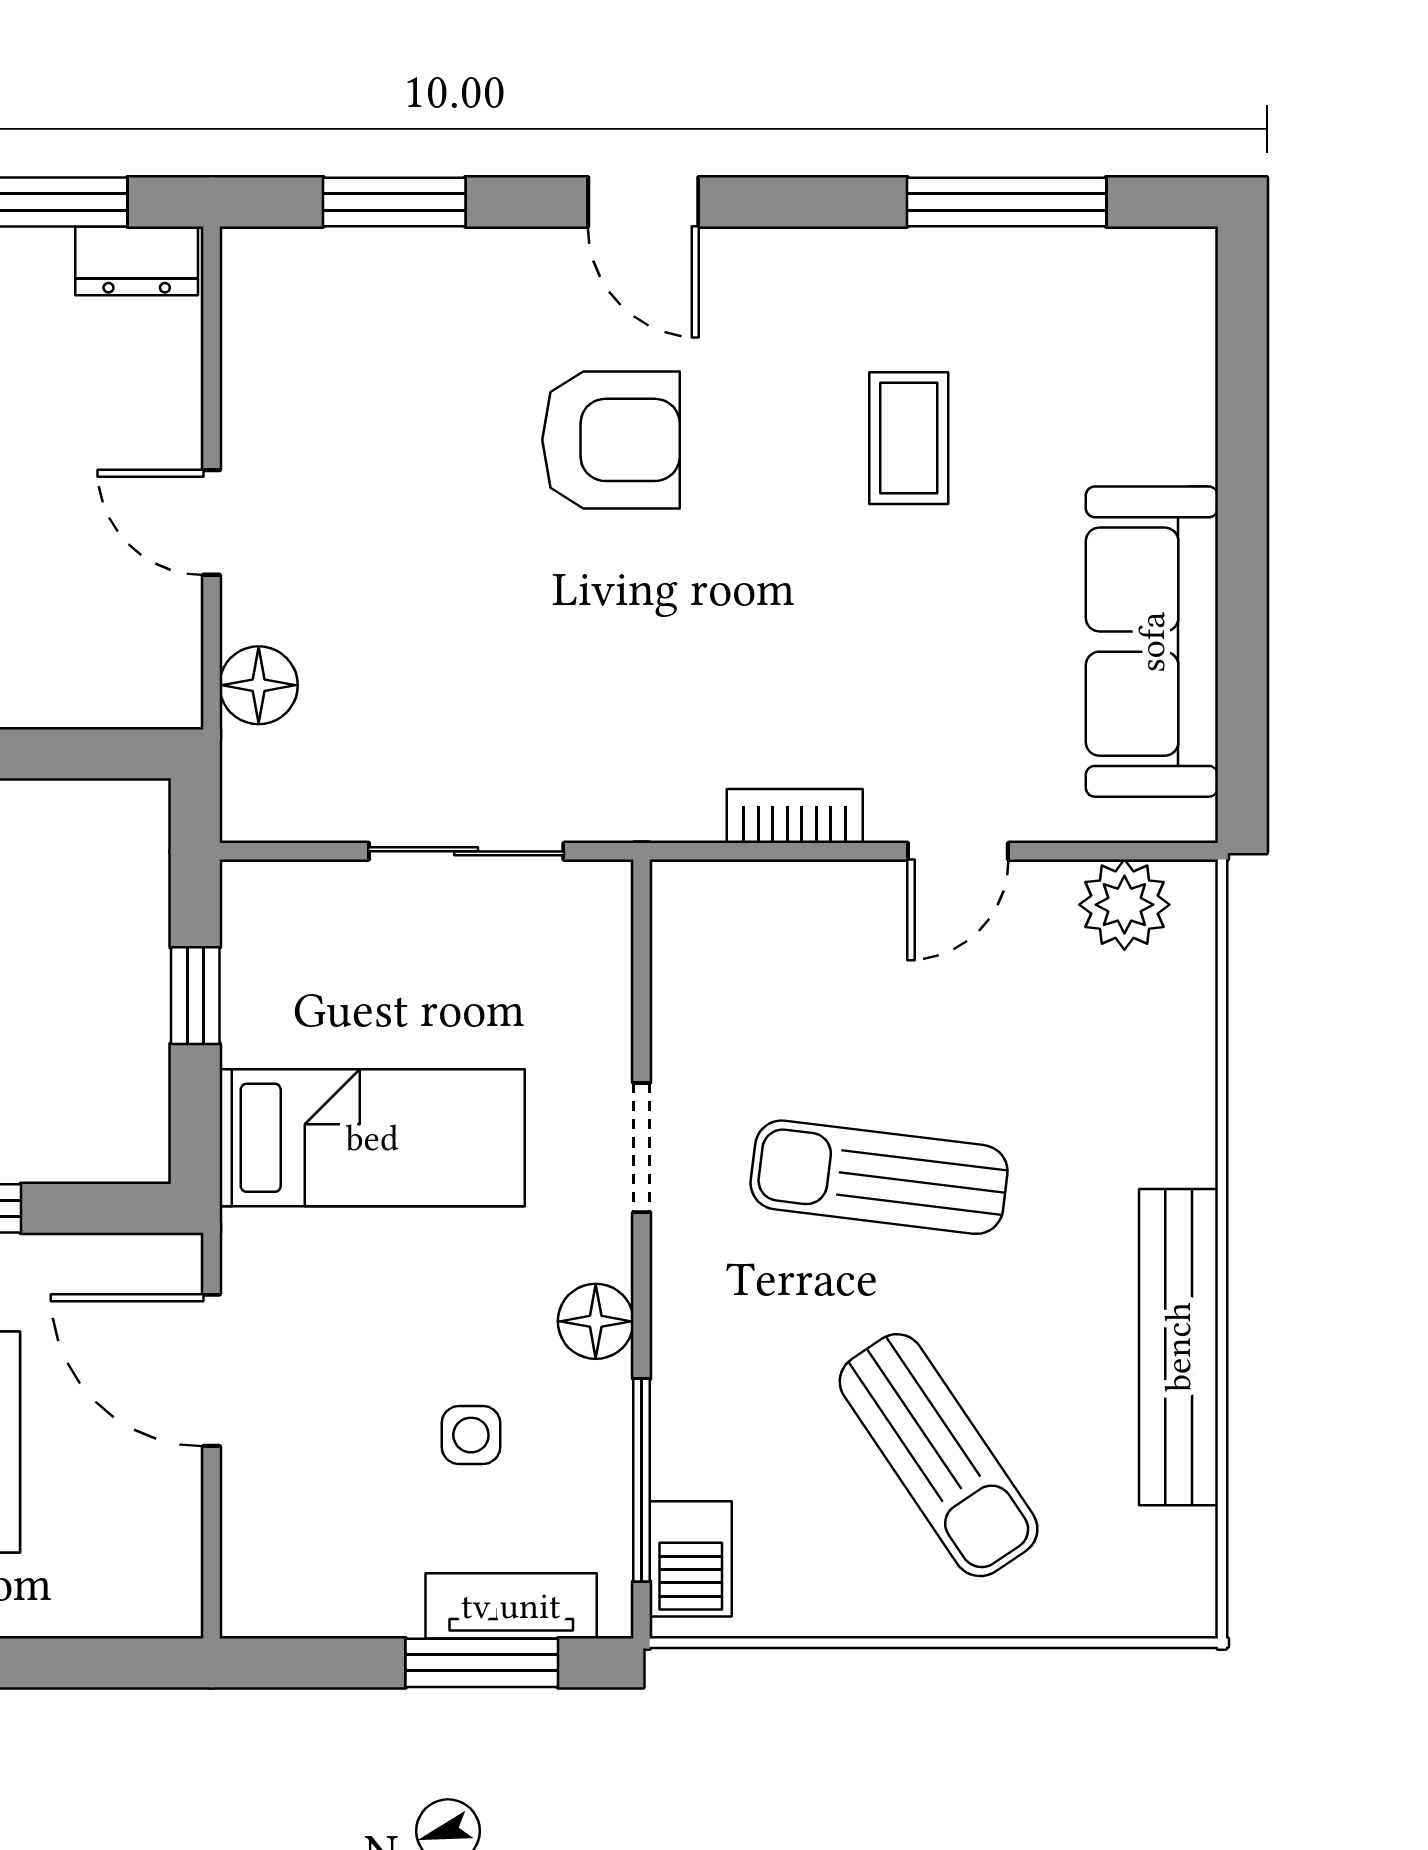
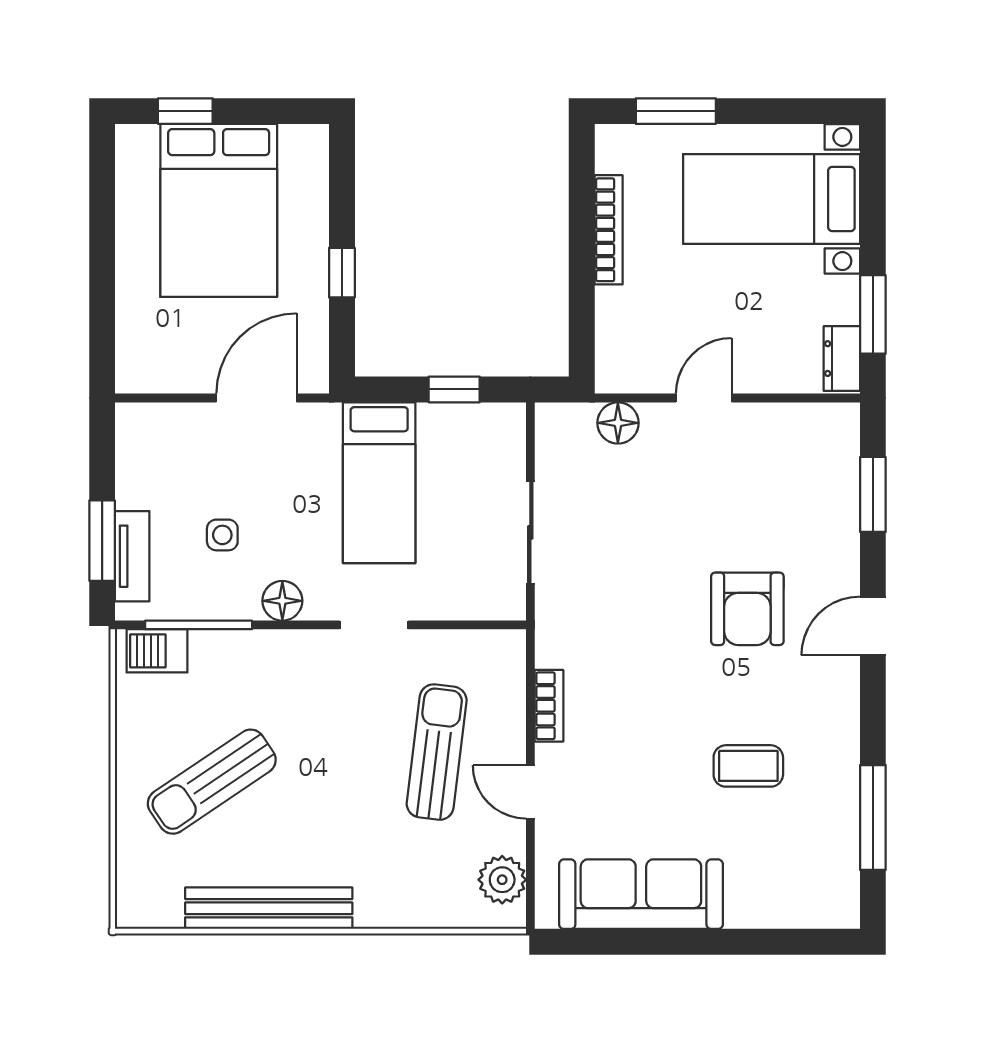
sun lounger: (879, 1177) -> (437, 752), moved

